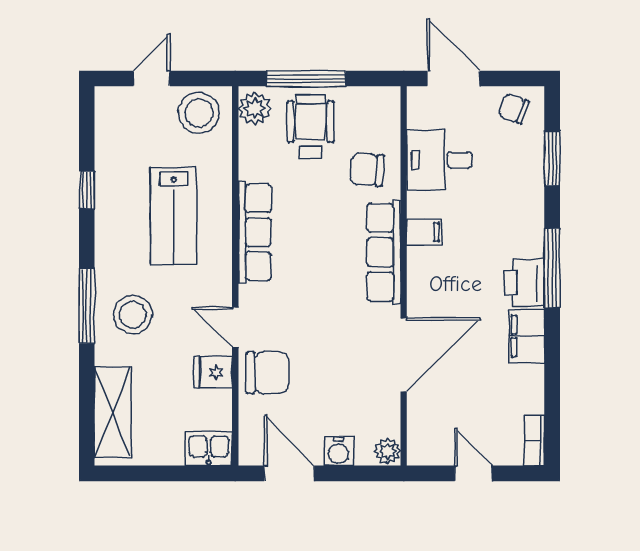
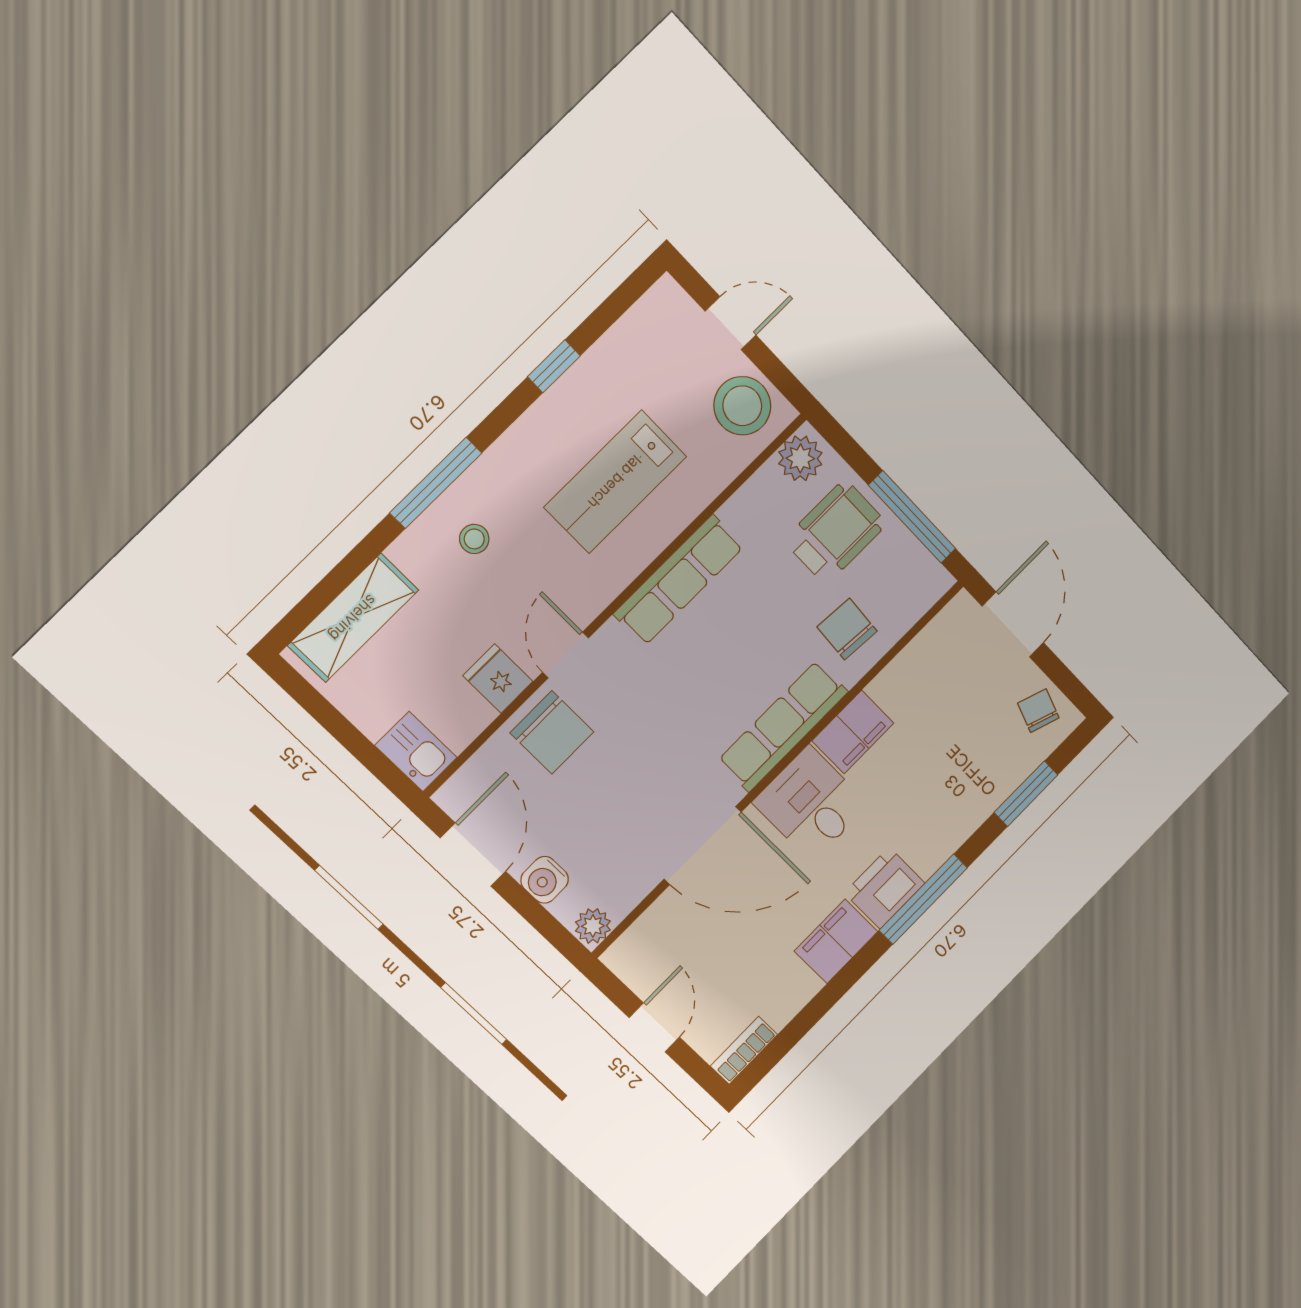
window: (306, 78) -> (912, 517), moved
desk: (439, 160) -> (811, 804), moved
filing cabinet: (424, 232) -> (853, 732), width x2.00
stool: (133, 314) -> (474, 539), width x0.53, depth x0.53

